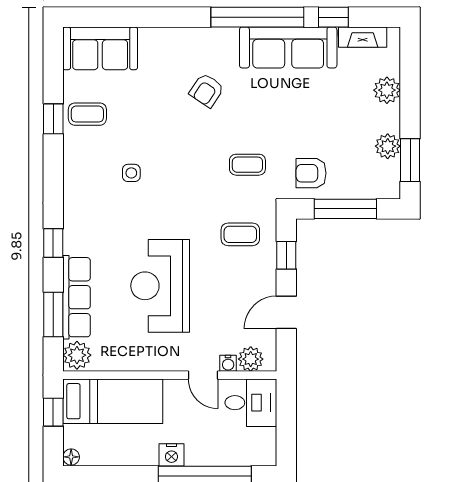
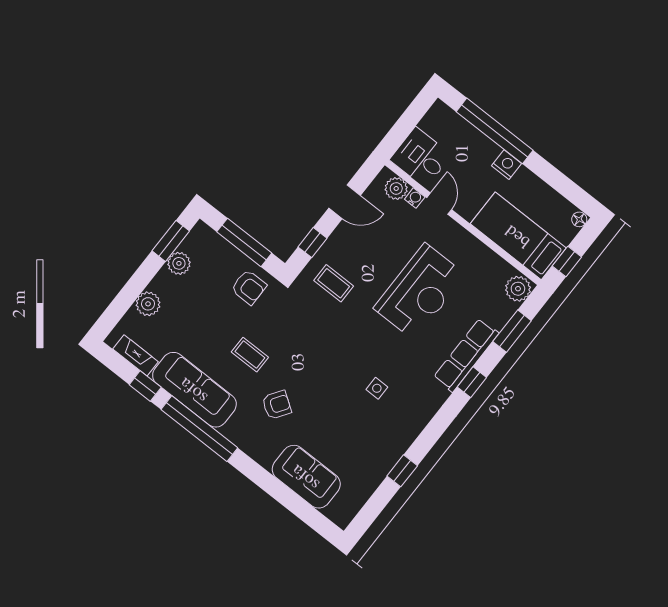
sofa: (100, 48) -> (306, 477), moved
coffee table: (87, 114) -> (375, 455), removed
coffee table: (247, 165) -> (250, 355), moved
row of seats: (77, 297) -> (466, 355), moved

